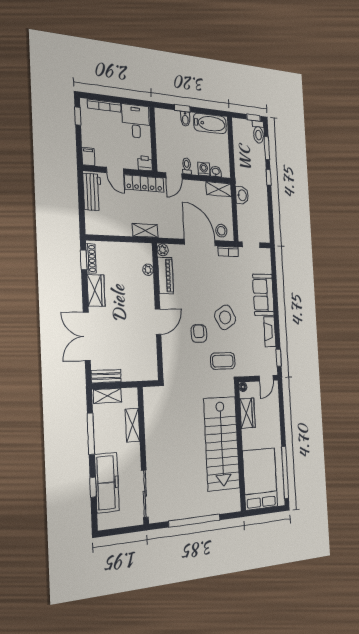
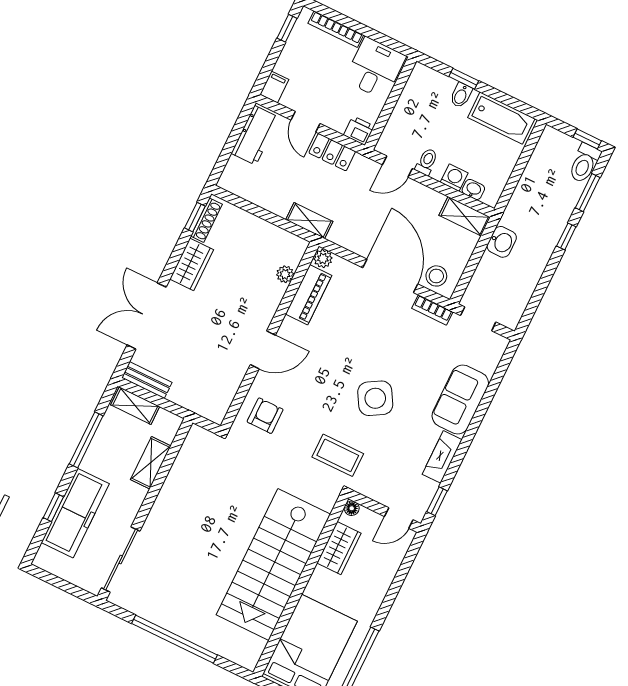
locker: (144, 183) -> (332, 152), width x0.66
armchair: (199, 333) -> (265, 416), moved

